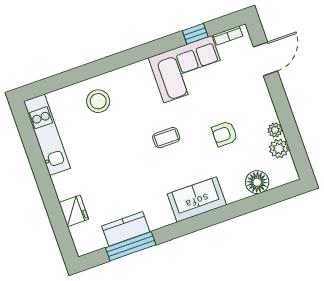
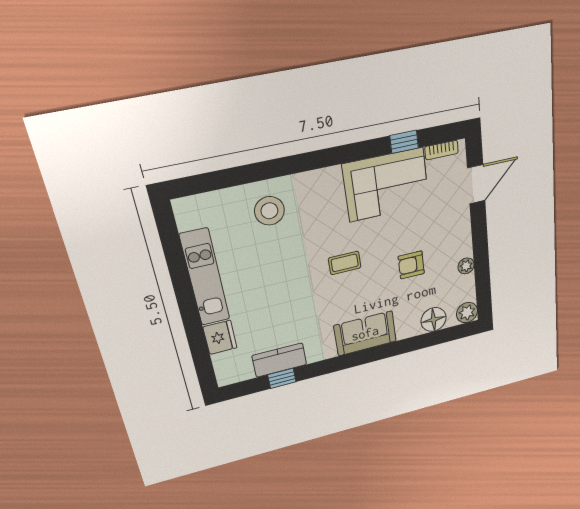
kitchen unit: (47, 135) -> (205, 277), moved
plant: (279, 149) -> (467, 313), moved
window: (131, 246) -> (282, 378), width x0.46

